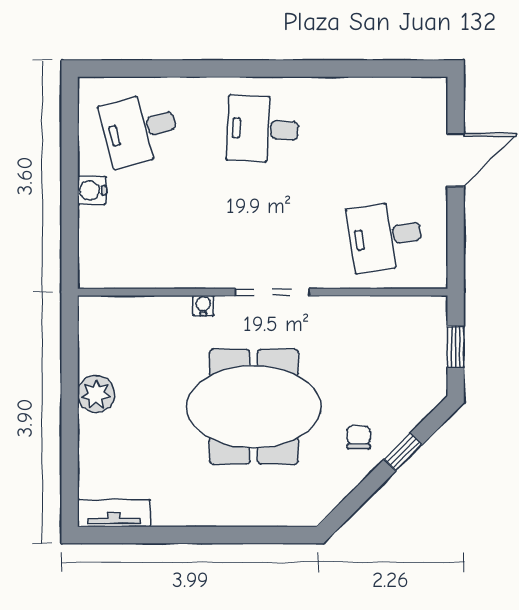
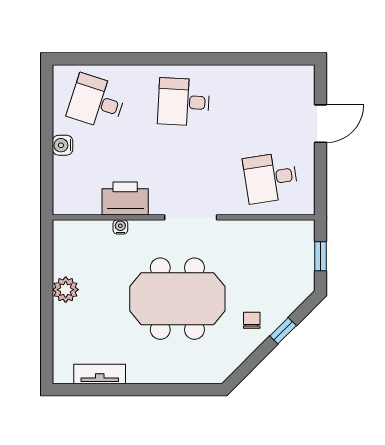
desk: (140, 129) -> (97, 102), turned 33
printer: (180, 266) -> (125, 199), added
water cooler: (203, 306) -> (120, 227), moved
tv unit: (114, 513) -> (100, 374), moved

